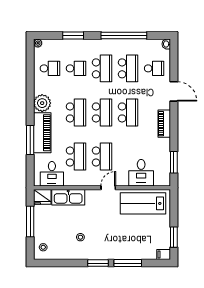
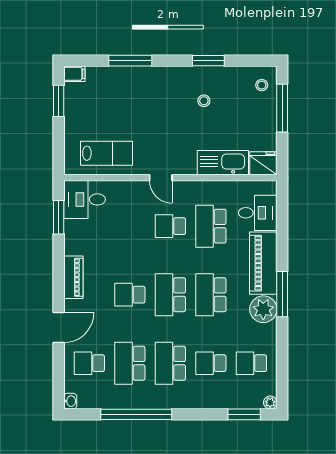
window: (73, 35) -> (244, 414), moved
door: (174, 91) -> (59, 328), swing flipped
school desk: (128, 112) -> (130, 295), width x0.54
window: (30, 140) -> (282, 294), moved
school desk: (102, 157) -> (170, 226), width x0.54
desk: (141, 173) -> (85, 199), moved, turned -90
desk: (52, 174) -> (258, 213), moved, turned 90
door: (108, 188) -> (161, 178), hinge flipped
lab bench: (143, 203) -> (107, 153), width x0.73, depth x0.72
window: (30, 222) -> (282, 108), moved
window: (98, 263) -> (208, 61), moved

